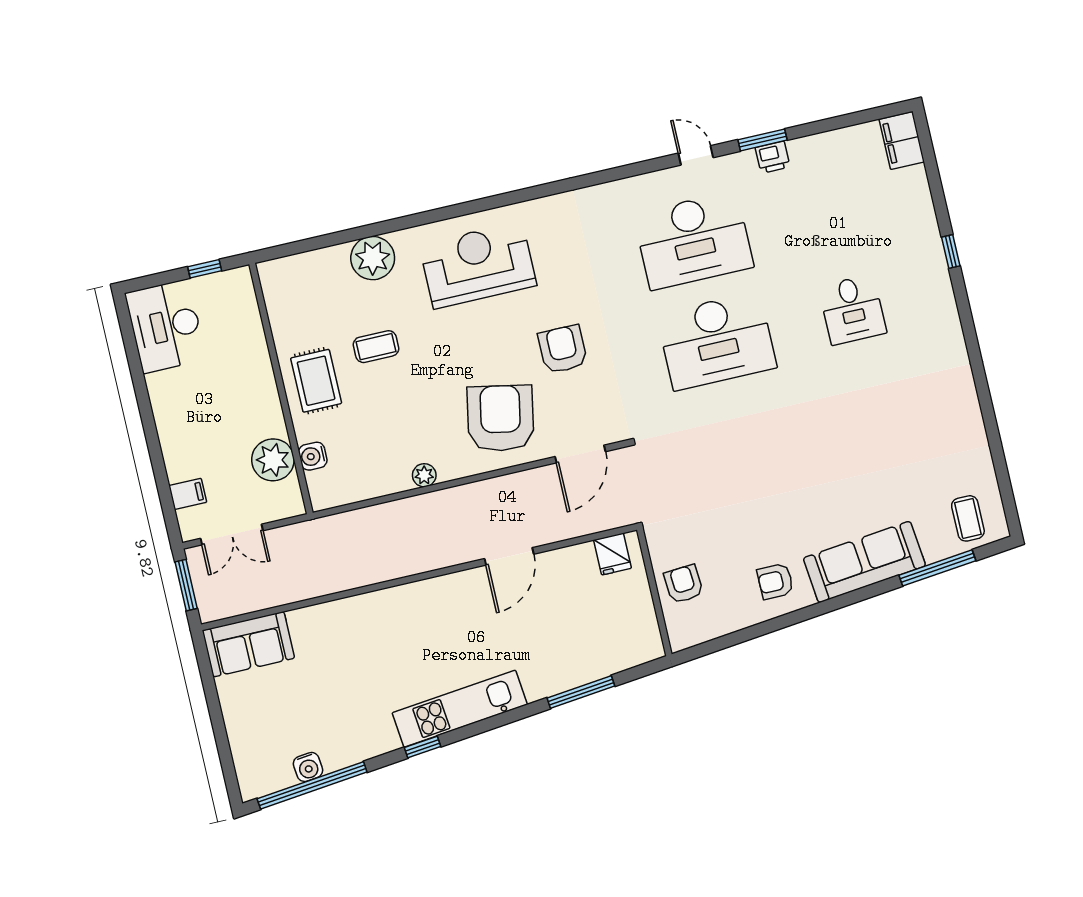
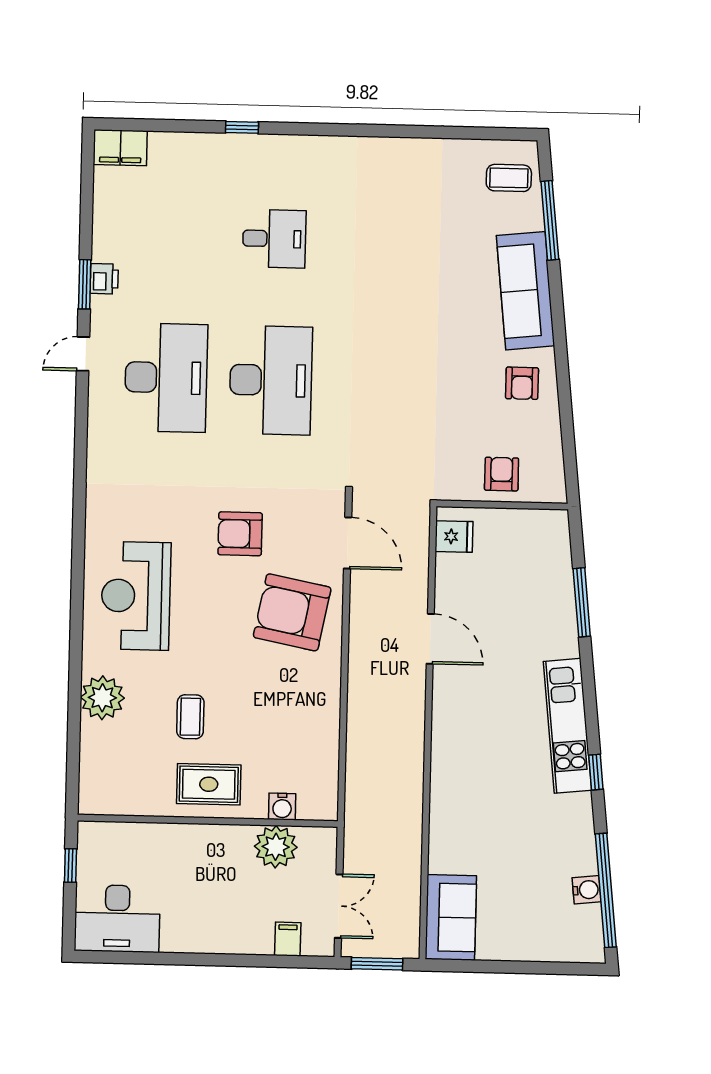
plant: (424, 475) -> (329, 702), removed
armchair: (684, 584) -> (502, 474), turned 94

